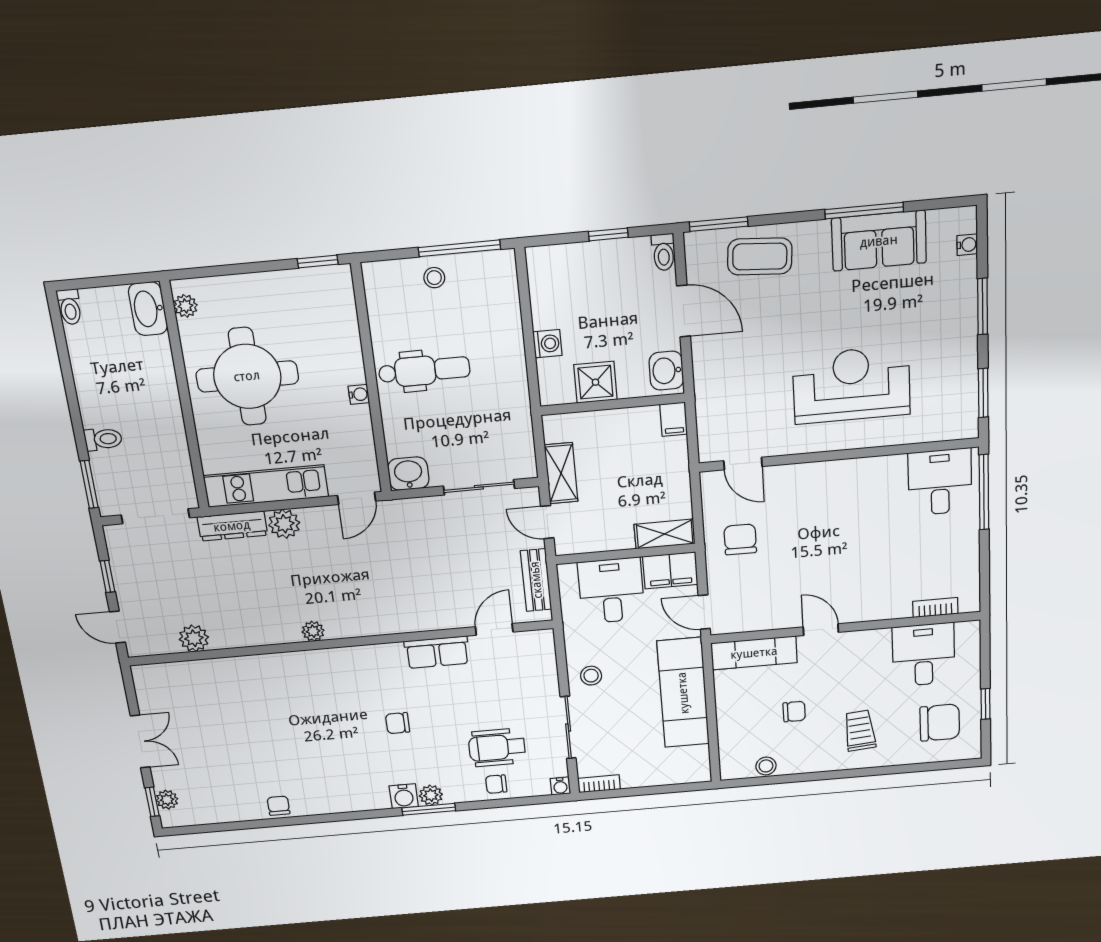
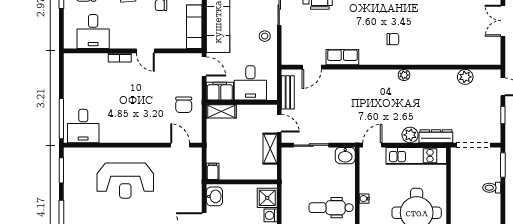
shower: (595, 382) -> (267, 198), moved
bookcase: (935, 608) -> (120, 58), moved
exam couch: (754, 653) -> (194, 27), moved, turned -90
chair: (398, 723) -> (393, 39), moved

